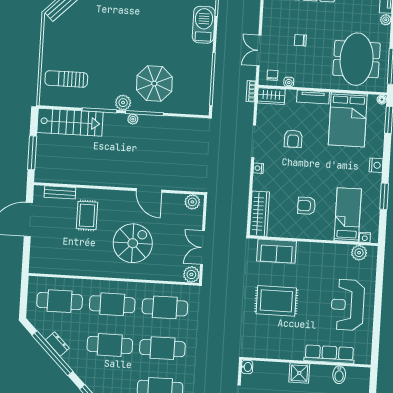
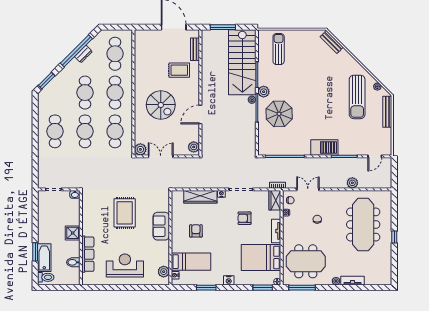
stairs: (70, 122) -> (242, 62), width x1.36, depth x1.51
wardrobe: (259, 214) -> (200, 197), moved
sofa: (277, 251) -> (161, 226), moved

